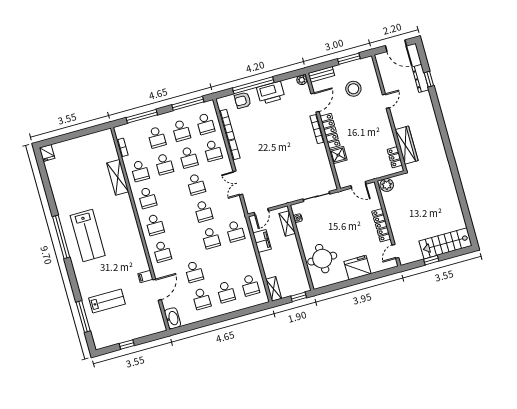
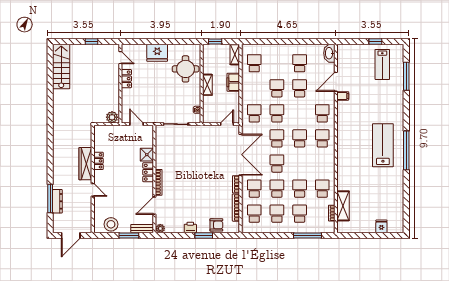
door: (396, 46) -> (71, 235), swing flipped
window: (349, 59) -> (129, 235), moved
window: (429, 79) -> (50, 199), width x2.17
window: (253, 85) -> (204, 235), width x0.47
stool: (353, 89) -> (111, 224), moved
printer: (271, 93) -> (190, 227), width x0.53, depth x0.68
door: (386, 101) -> (93, 190), swing flipped
window: (188, 103) -> (265, 235), removed
locker: (330, 131) -> (148, 172), width x0.66
wardrobe: (406, 145) -> (85, 164), moved
fridge: (47, 153) -> (381, 226), moved
locker: (395, 157) -> (98, 161), moved
shelving: (118, 177) -> (343, 206), moved
double door: (238, 183) -> (241, 155), width x1.87
school desk: (147, 198) -> (300, 138), moved
shelving: (287, 223) -> (207, 85), moved
locker: (381, 225) -> (126, 79), width x0.66
filing cabinet: (262, 241) -> (233, 82), moved
stairs: (446, 243) -> (61, 66), moved, turned -90
door: (395, 251) -> (120, 58), hinge flipped
school desk: (226, 292) -> (277, 88), moved
lab bench: (107, 301) -> (382, 64), moved, turned -90

